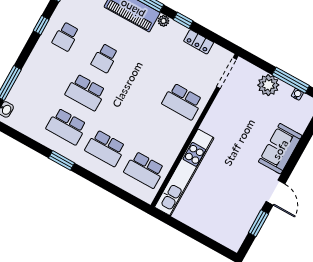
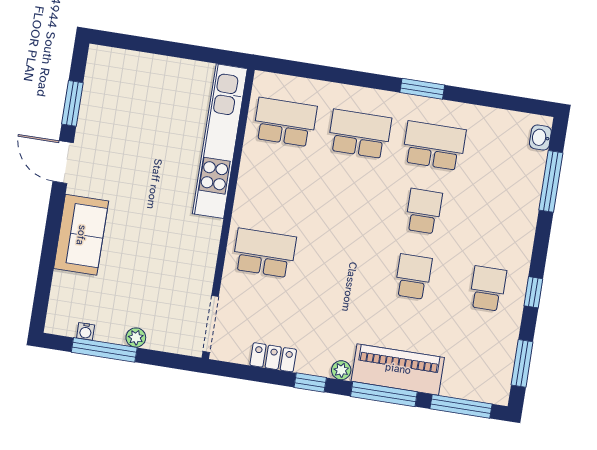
plant: (268, 85) -> (136, 338), width x0.53, depth x0.53
school desk: (86, 92) -> (424, 211), width x0.54

